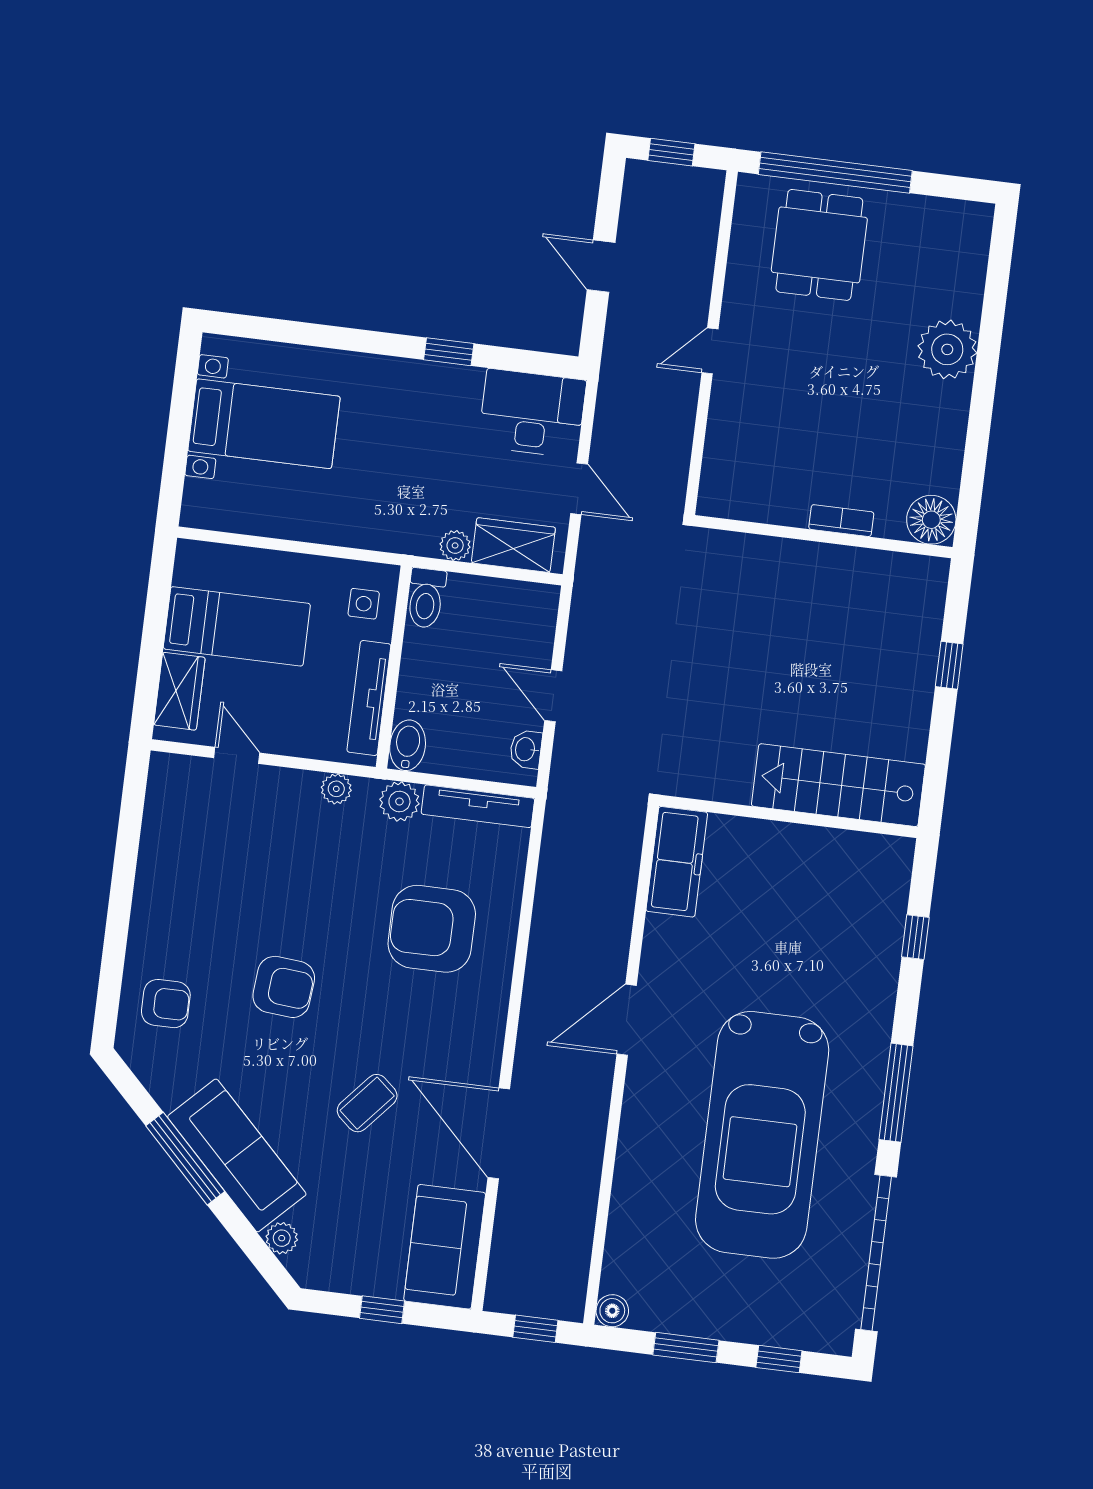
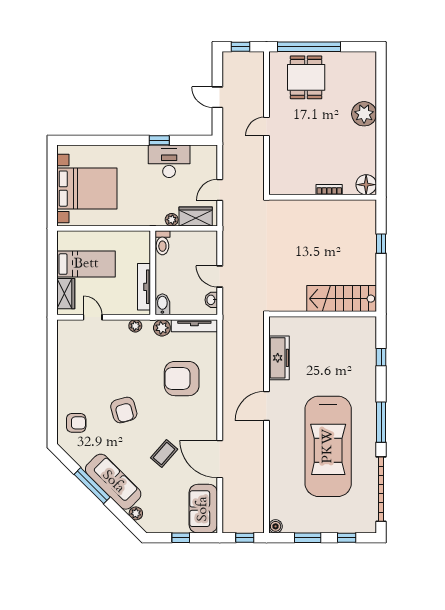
desk: (532, 413) -> (169, 161), moved
bed with nightstands: (264, 424) -> (87, 189), width x1.36
door: (579, 489) -> (220, 190), swing flipped
side table: (364, 604) -> (137, 248), removed
freezer: (677, 862) -> (279, 358), moved
armchair: (284, 987) -> (124, 410), turned 69

